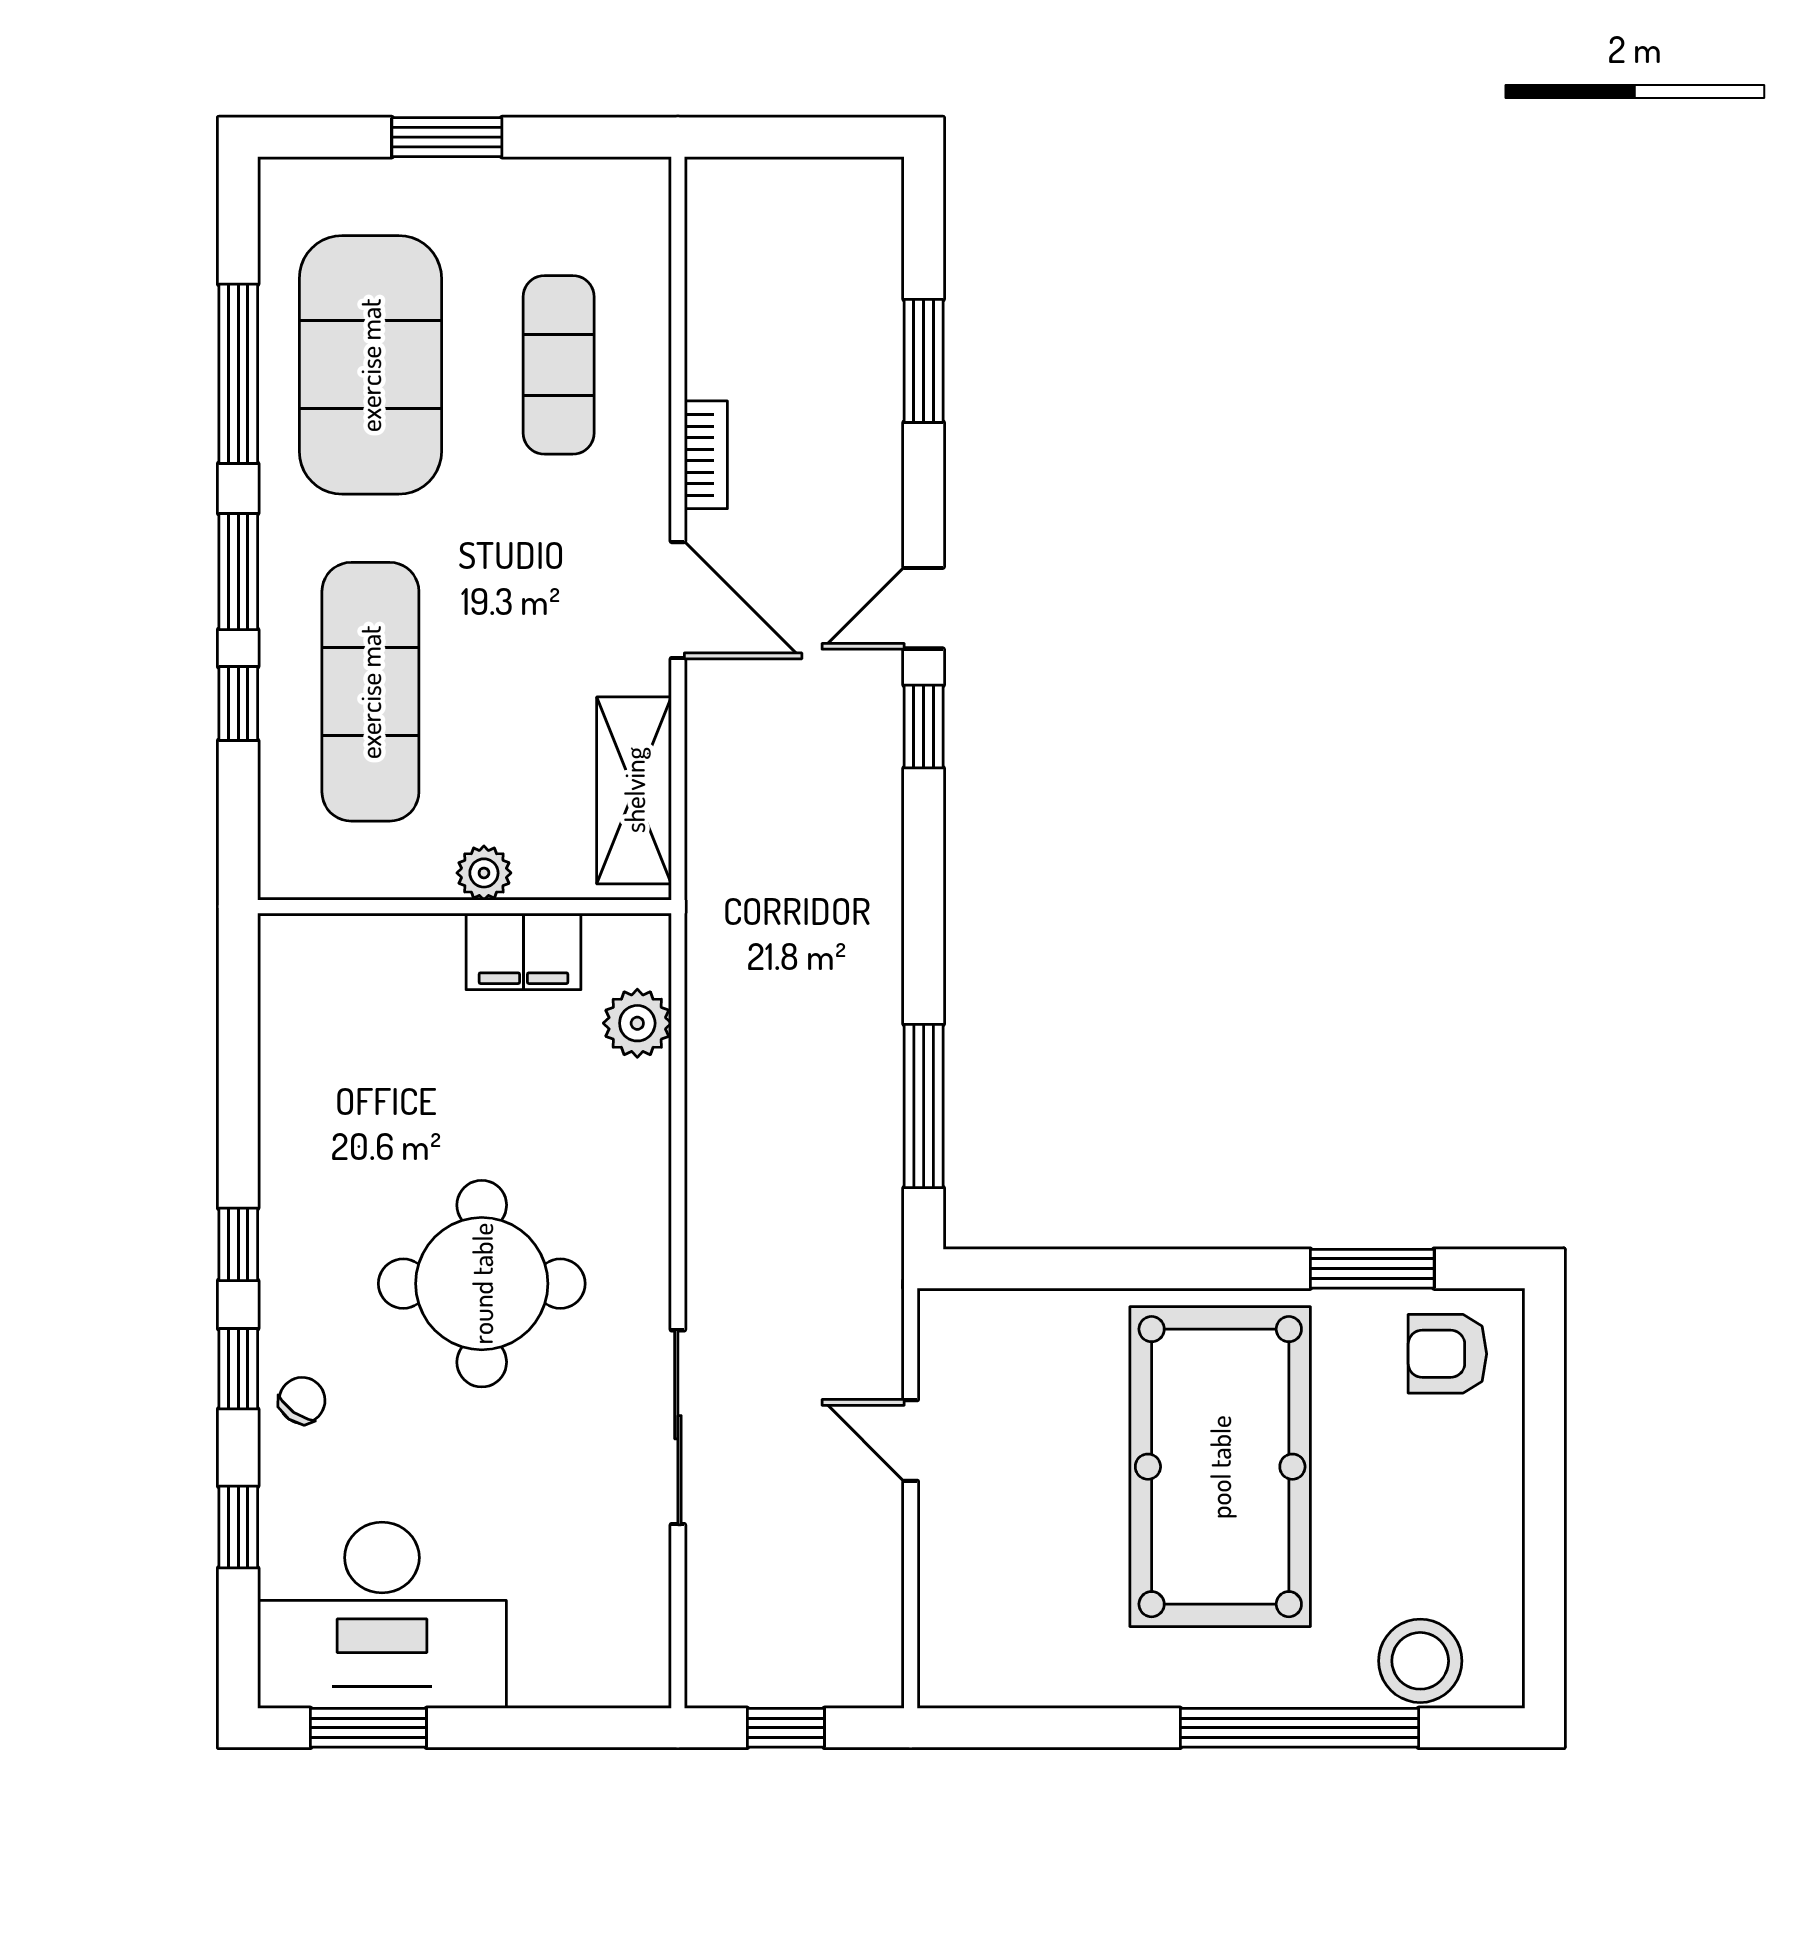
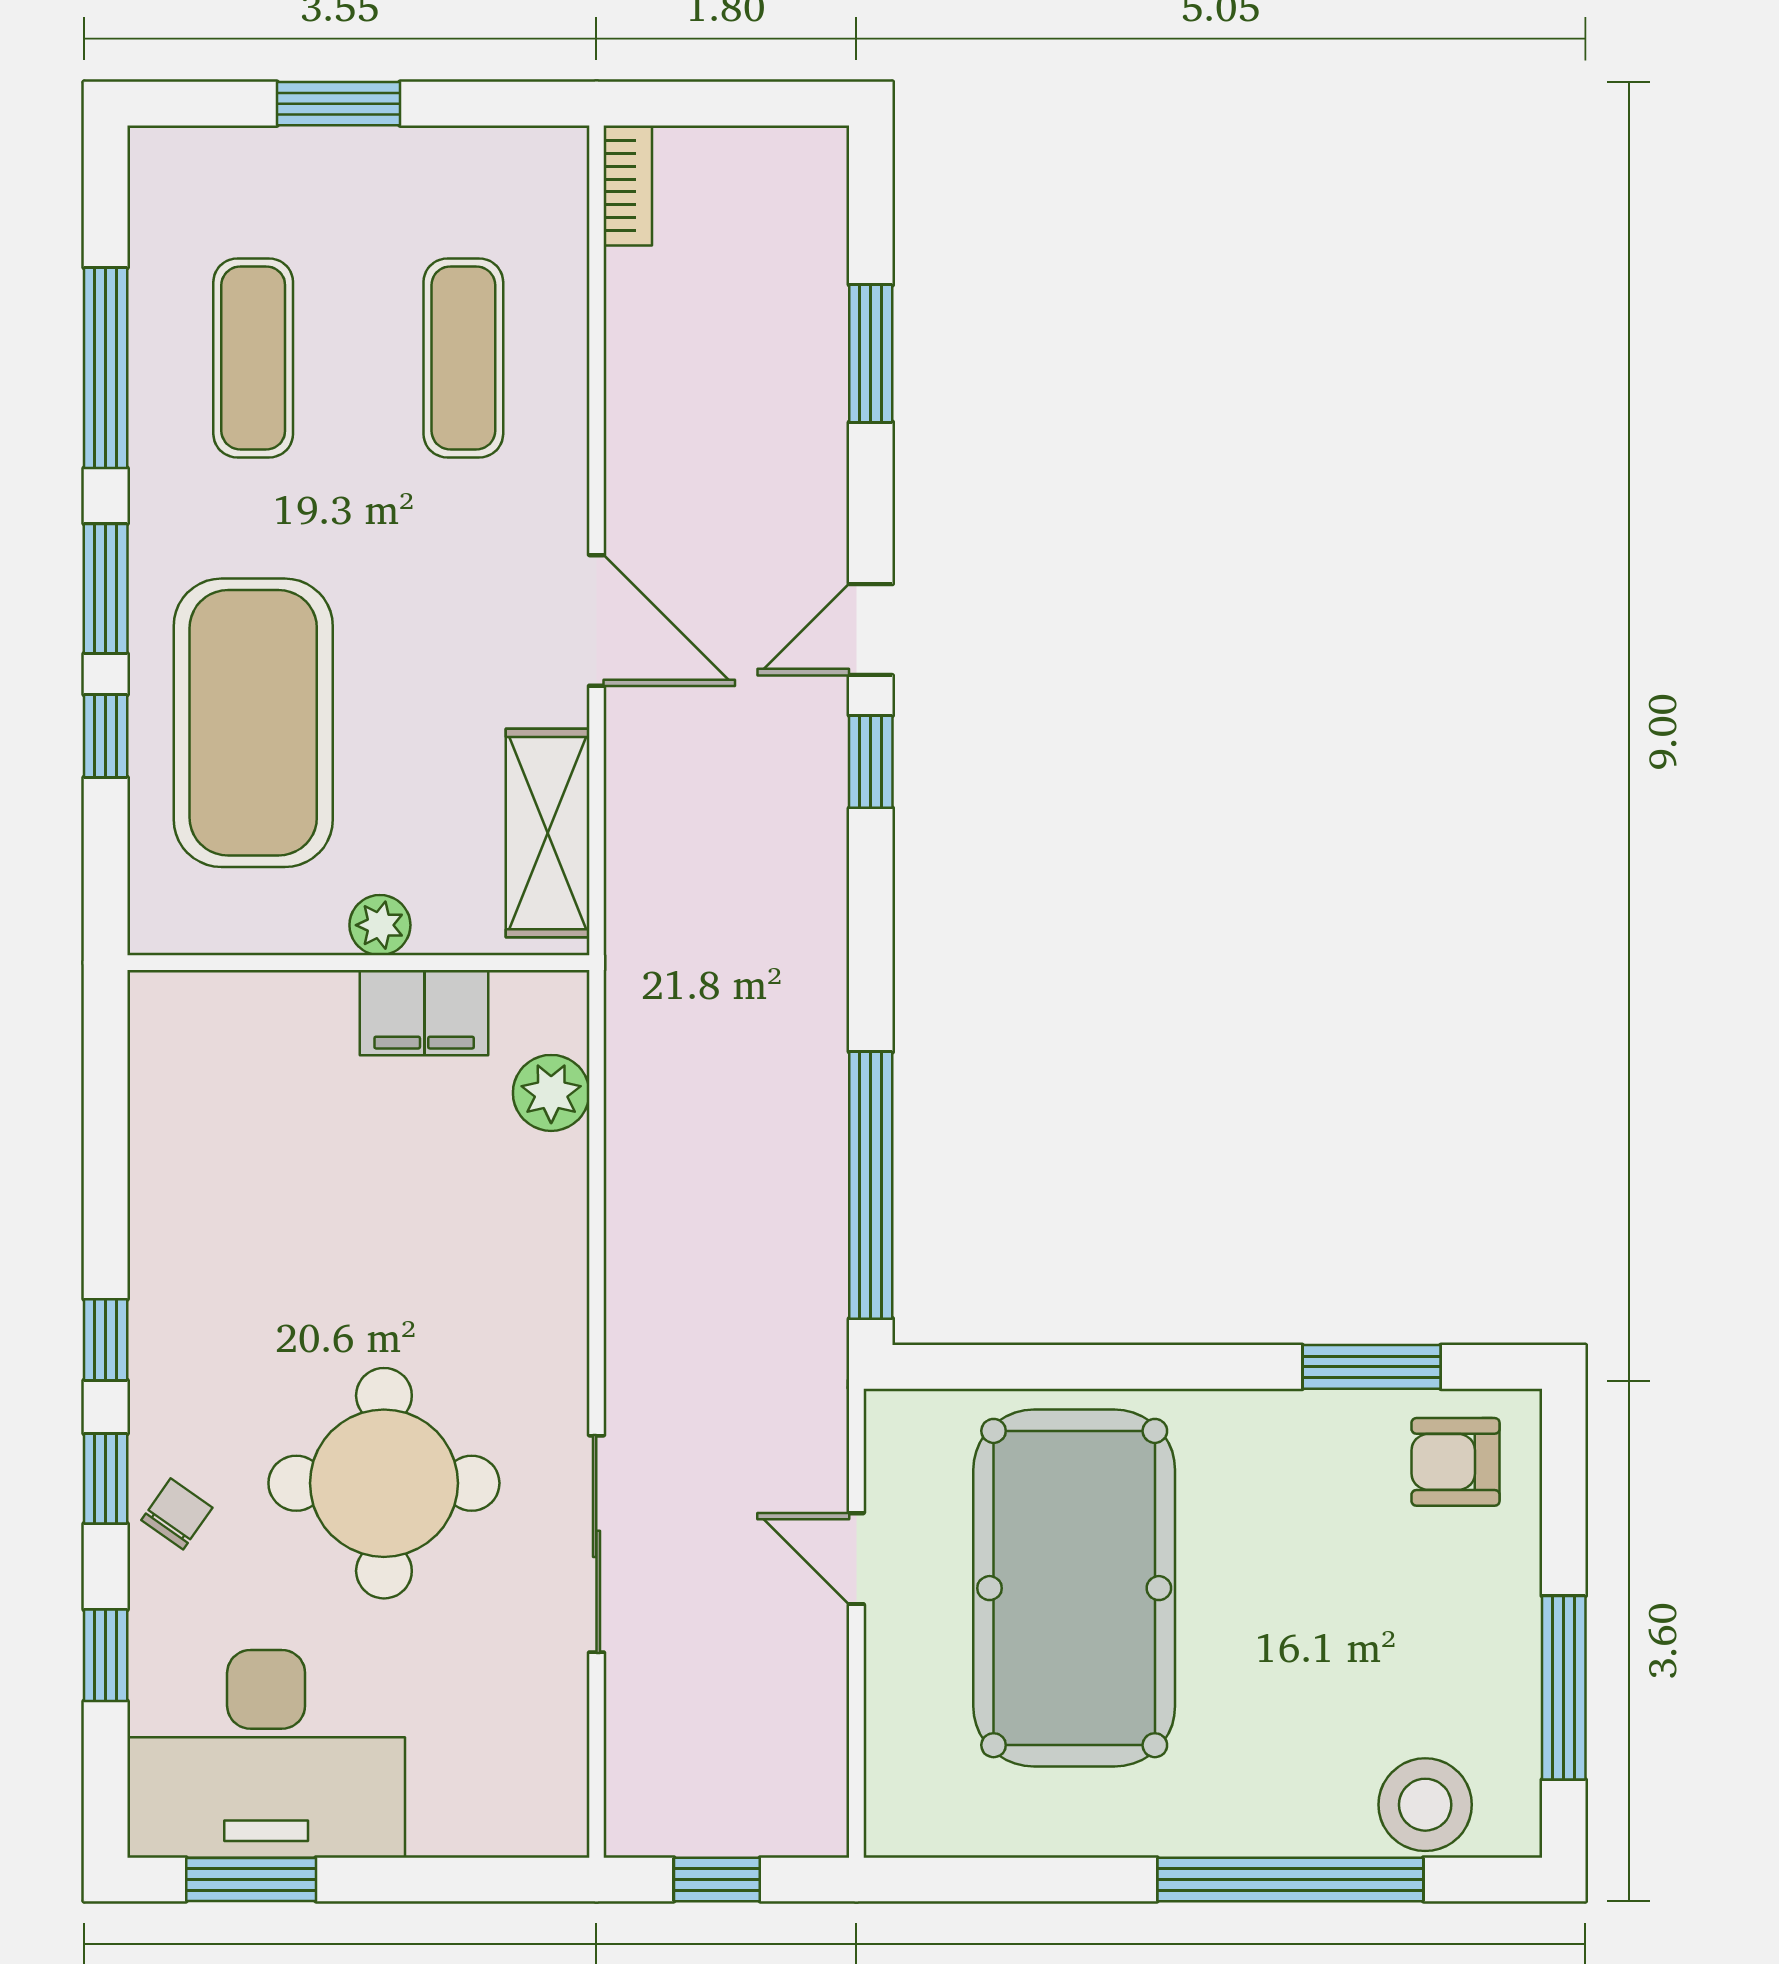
exercise mat: (370, 365) -> (253, 358), width x0.50, depth x0.69
bookcase: (706, 455) -> (628, 185), moved
exercise mat: (370, 692) -> (253, 723), width x1.47
window: (924, 1106) -> (871, 1185), width x1.46
round table: (482, 1284) -> (384, 1483), moved
pool table: (1220, 1467) -> (1074, 1588), moved
window: (1544, 1556) -> (1564, 1688), added

